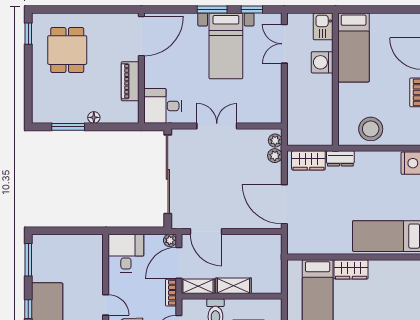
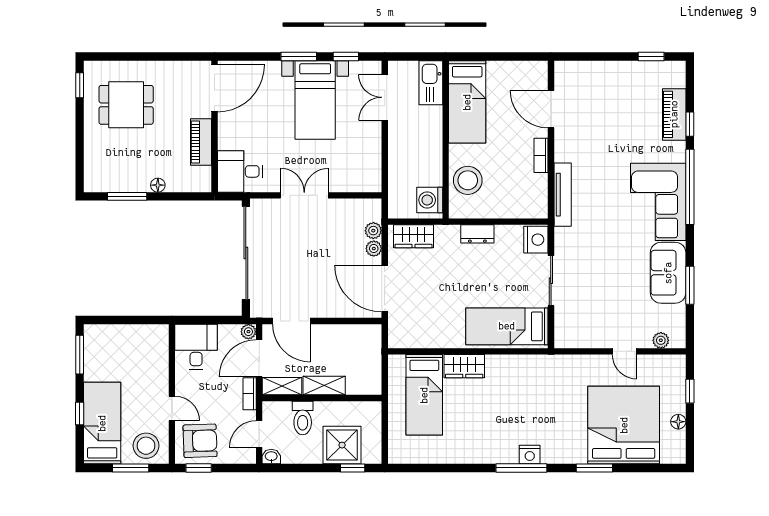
kitchen sink: (323, 26) -> (431, 83), width x1.38
dining table: (67, 50) -> (126, 105), turned 90
washing machine: (322, 62) -> (430, 200), moved
stool: (371, 129) -> (468, 180), moved
plant: (275, 141) -> (374, 249), moved
dresser: (340, 158) -> (477, 234), moved

